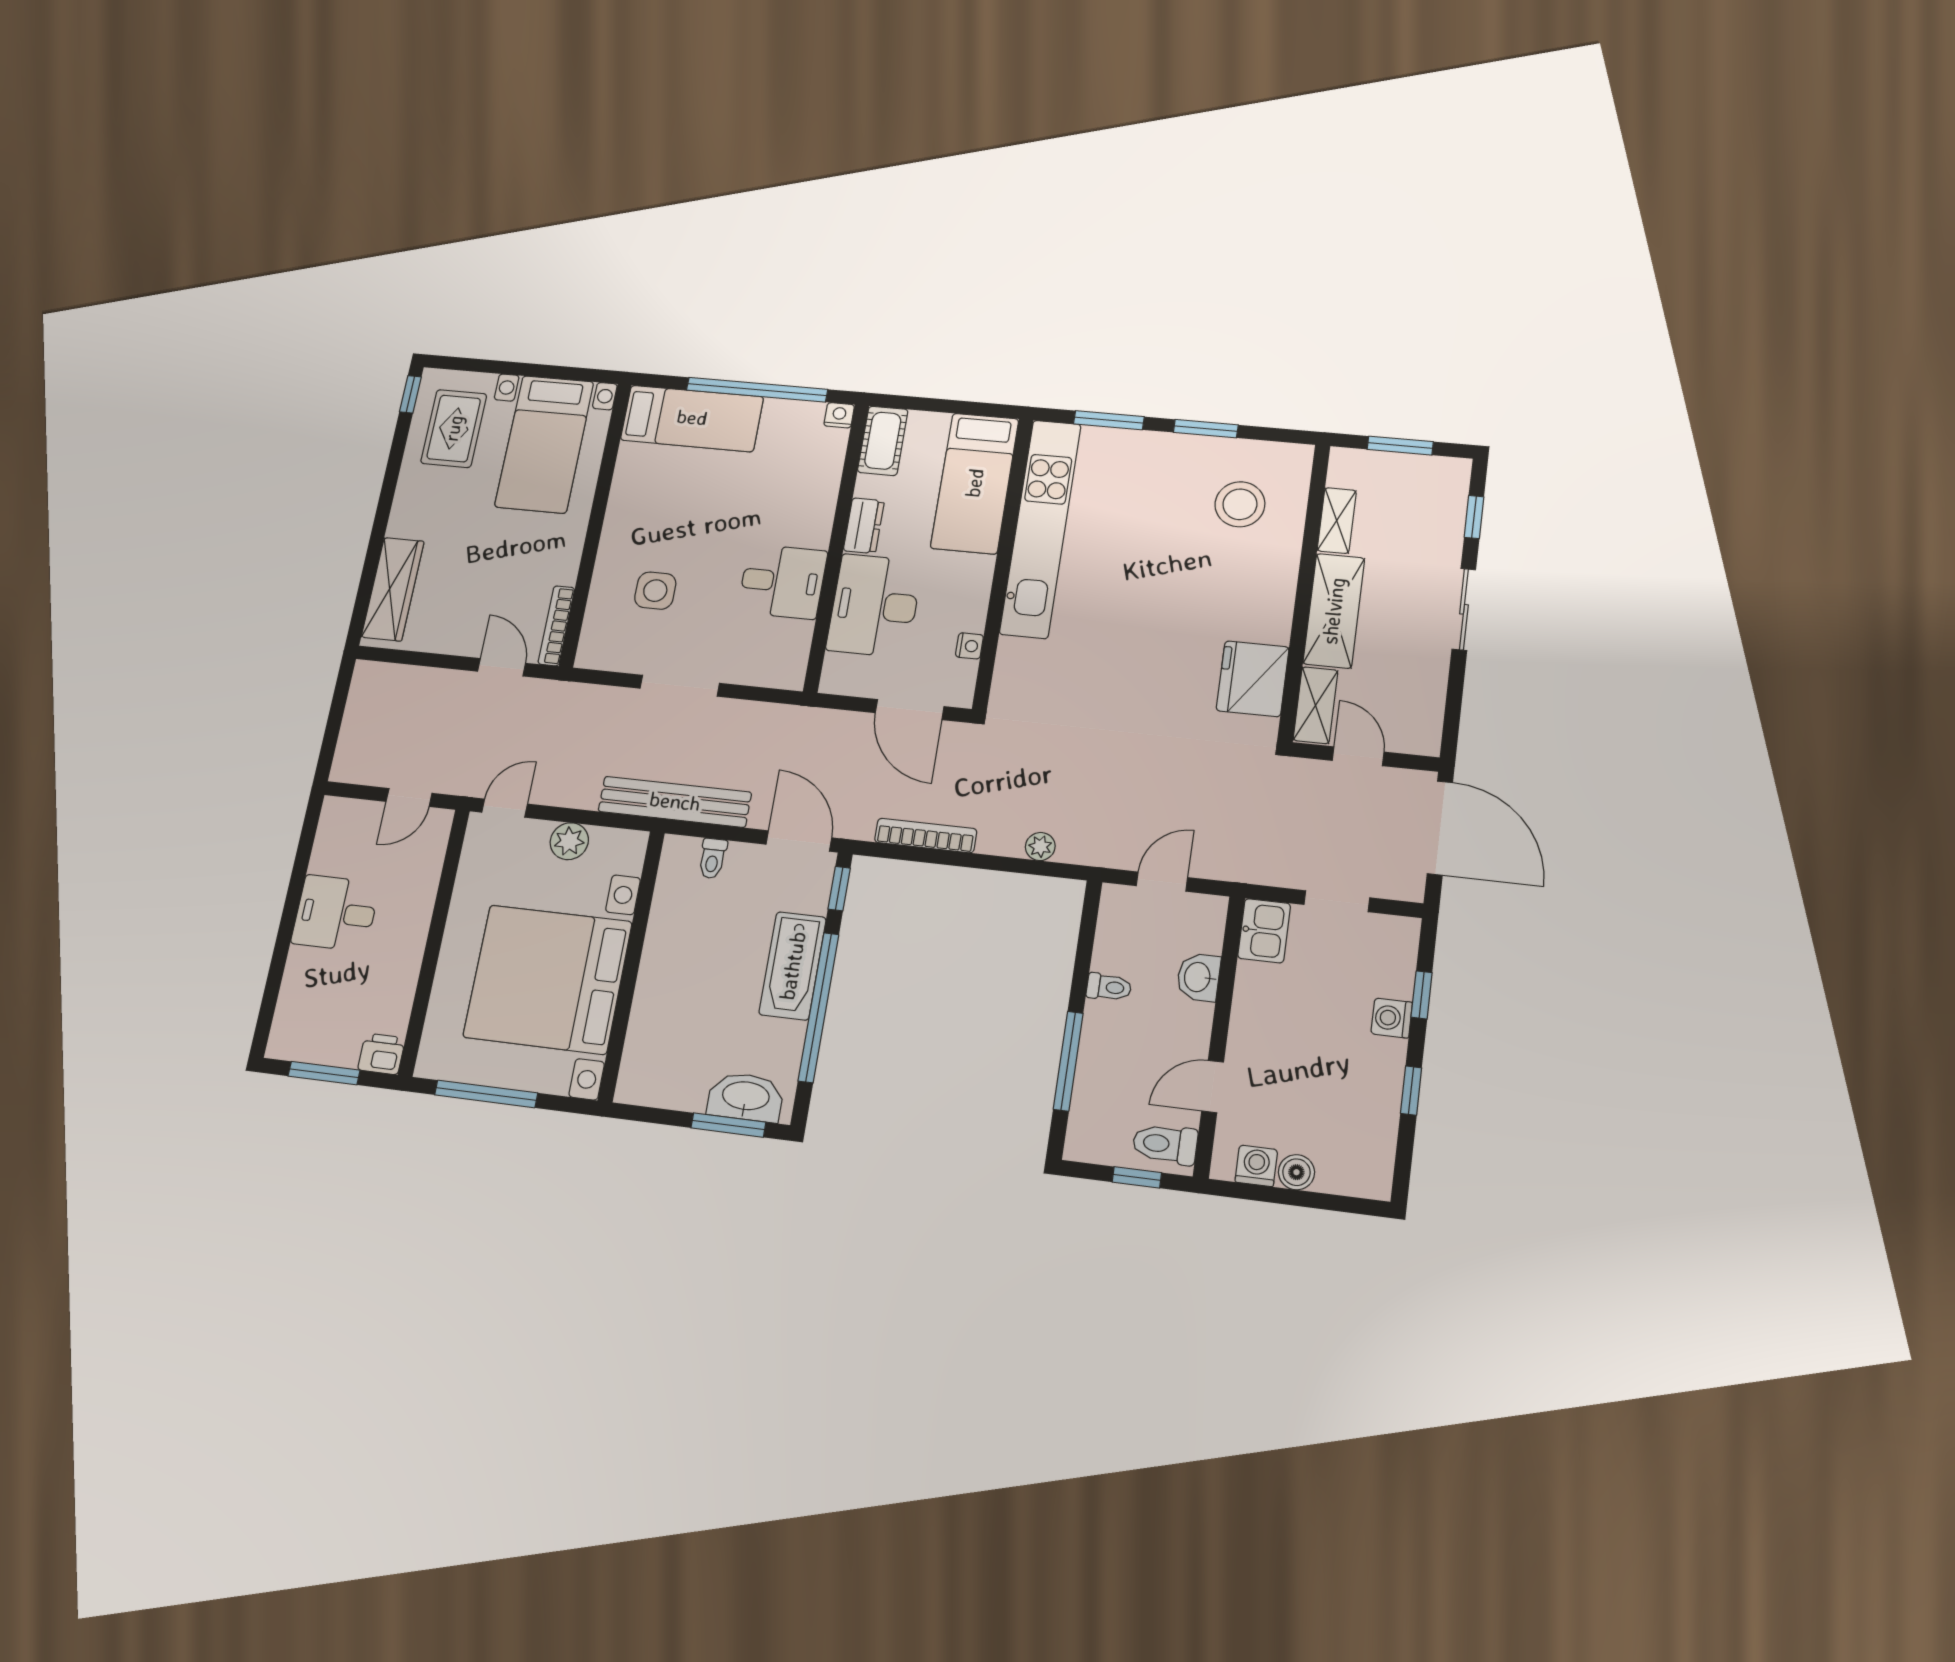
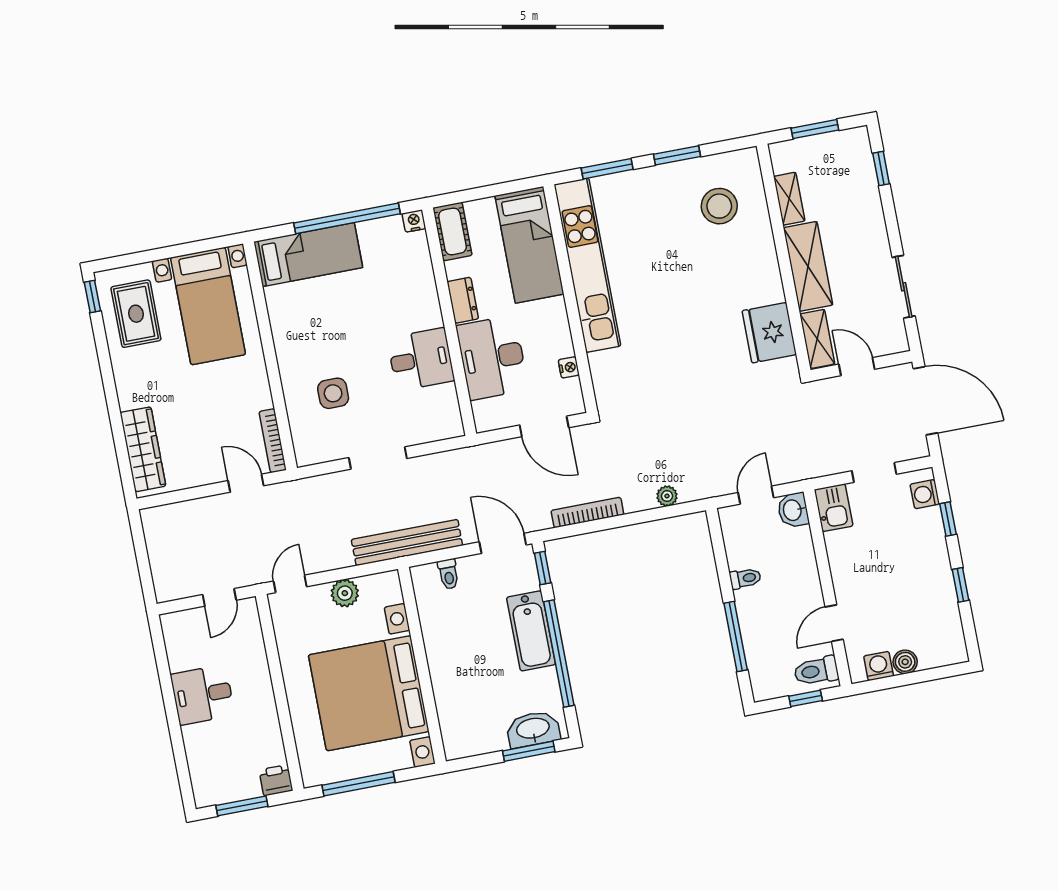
sliding door: (1464, 609) -> (904, 287), moved
washbasin: (1198, 977) -> (793, 510), moved
washing machine: (1392, 1018) -> (925, 494), moved

